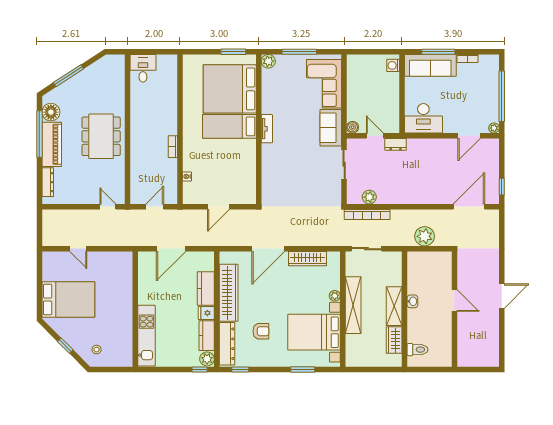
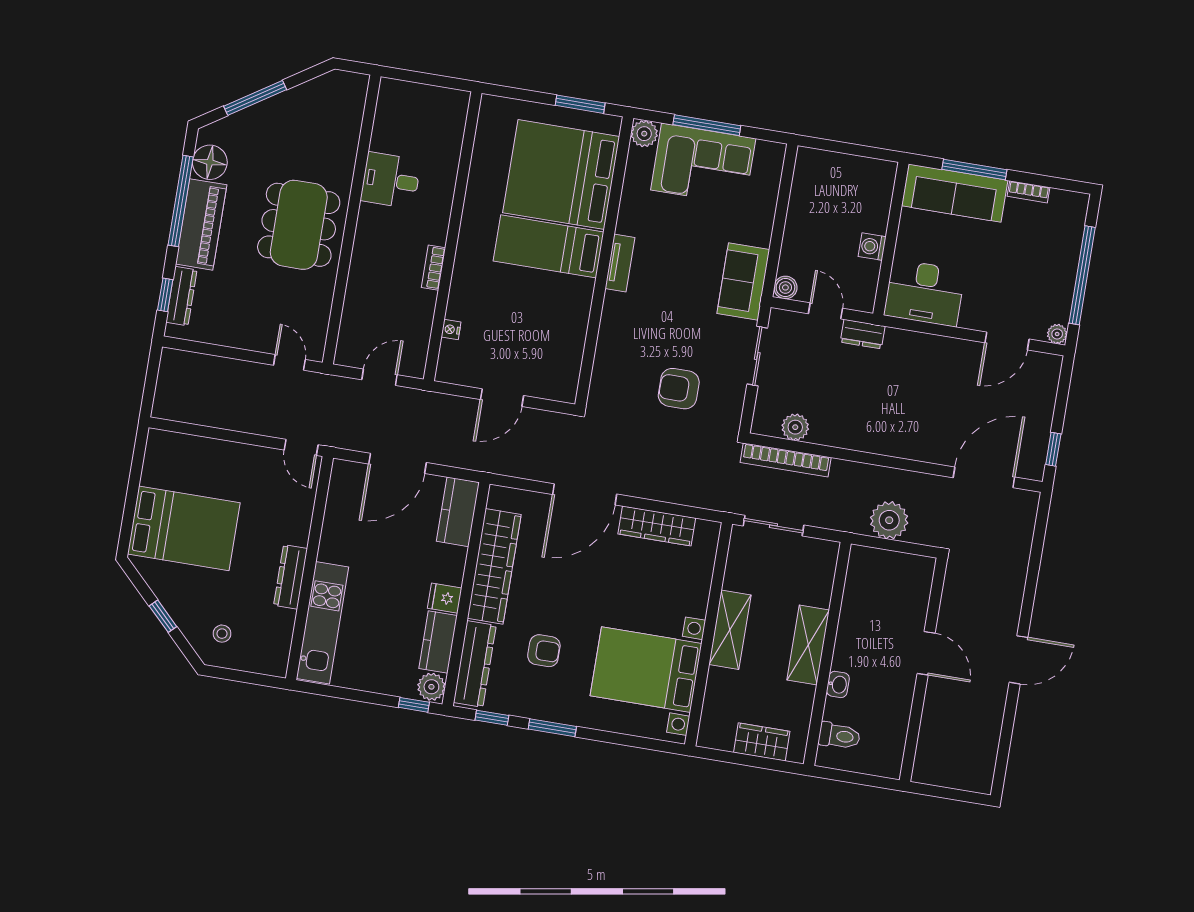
washing machine: (393, 65) -> (872, 247), moved
desk: (143, 68) -> (391, 180), moved, turned -90
corner sofa: (324, 84) -> (703, 164), moved, turned -90
window: (39, 183) -> (165, 295), added
armchair: (307, 187) -> (679, 389), added
door: (78, 249) -> (301, 447), moved
kitchen counter: (206, 288) -> (458, 512), moved
plant: (335, 296) -> (697, 606), removed
washbasin: (412, 301) -> (838, 684), moved
shelving: (353, 305) -> (730, 630), width x0.68
dresser: (126, 315) -> (291, 577), added
wardrobe: (394, 340) -> (762, 742), moved, turned 90
window: (303, 370) -> (552, 728), moved

